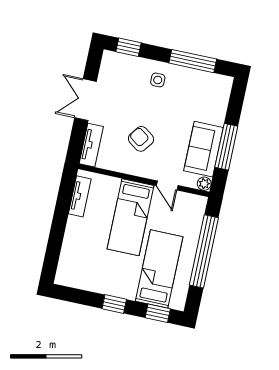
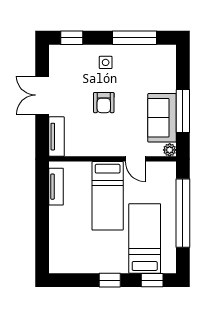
armchair: (141, 139) -> (104, 103), moved, turned -126

